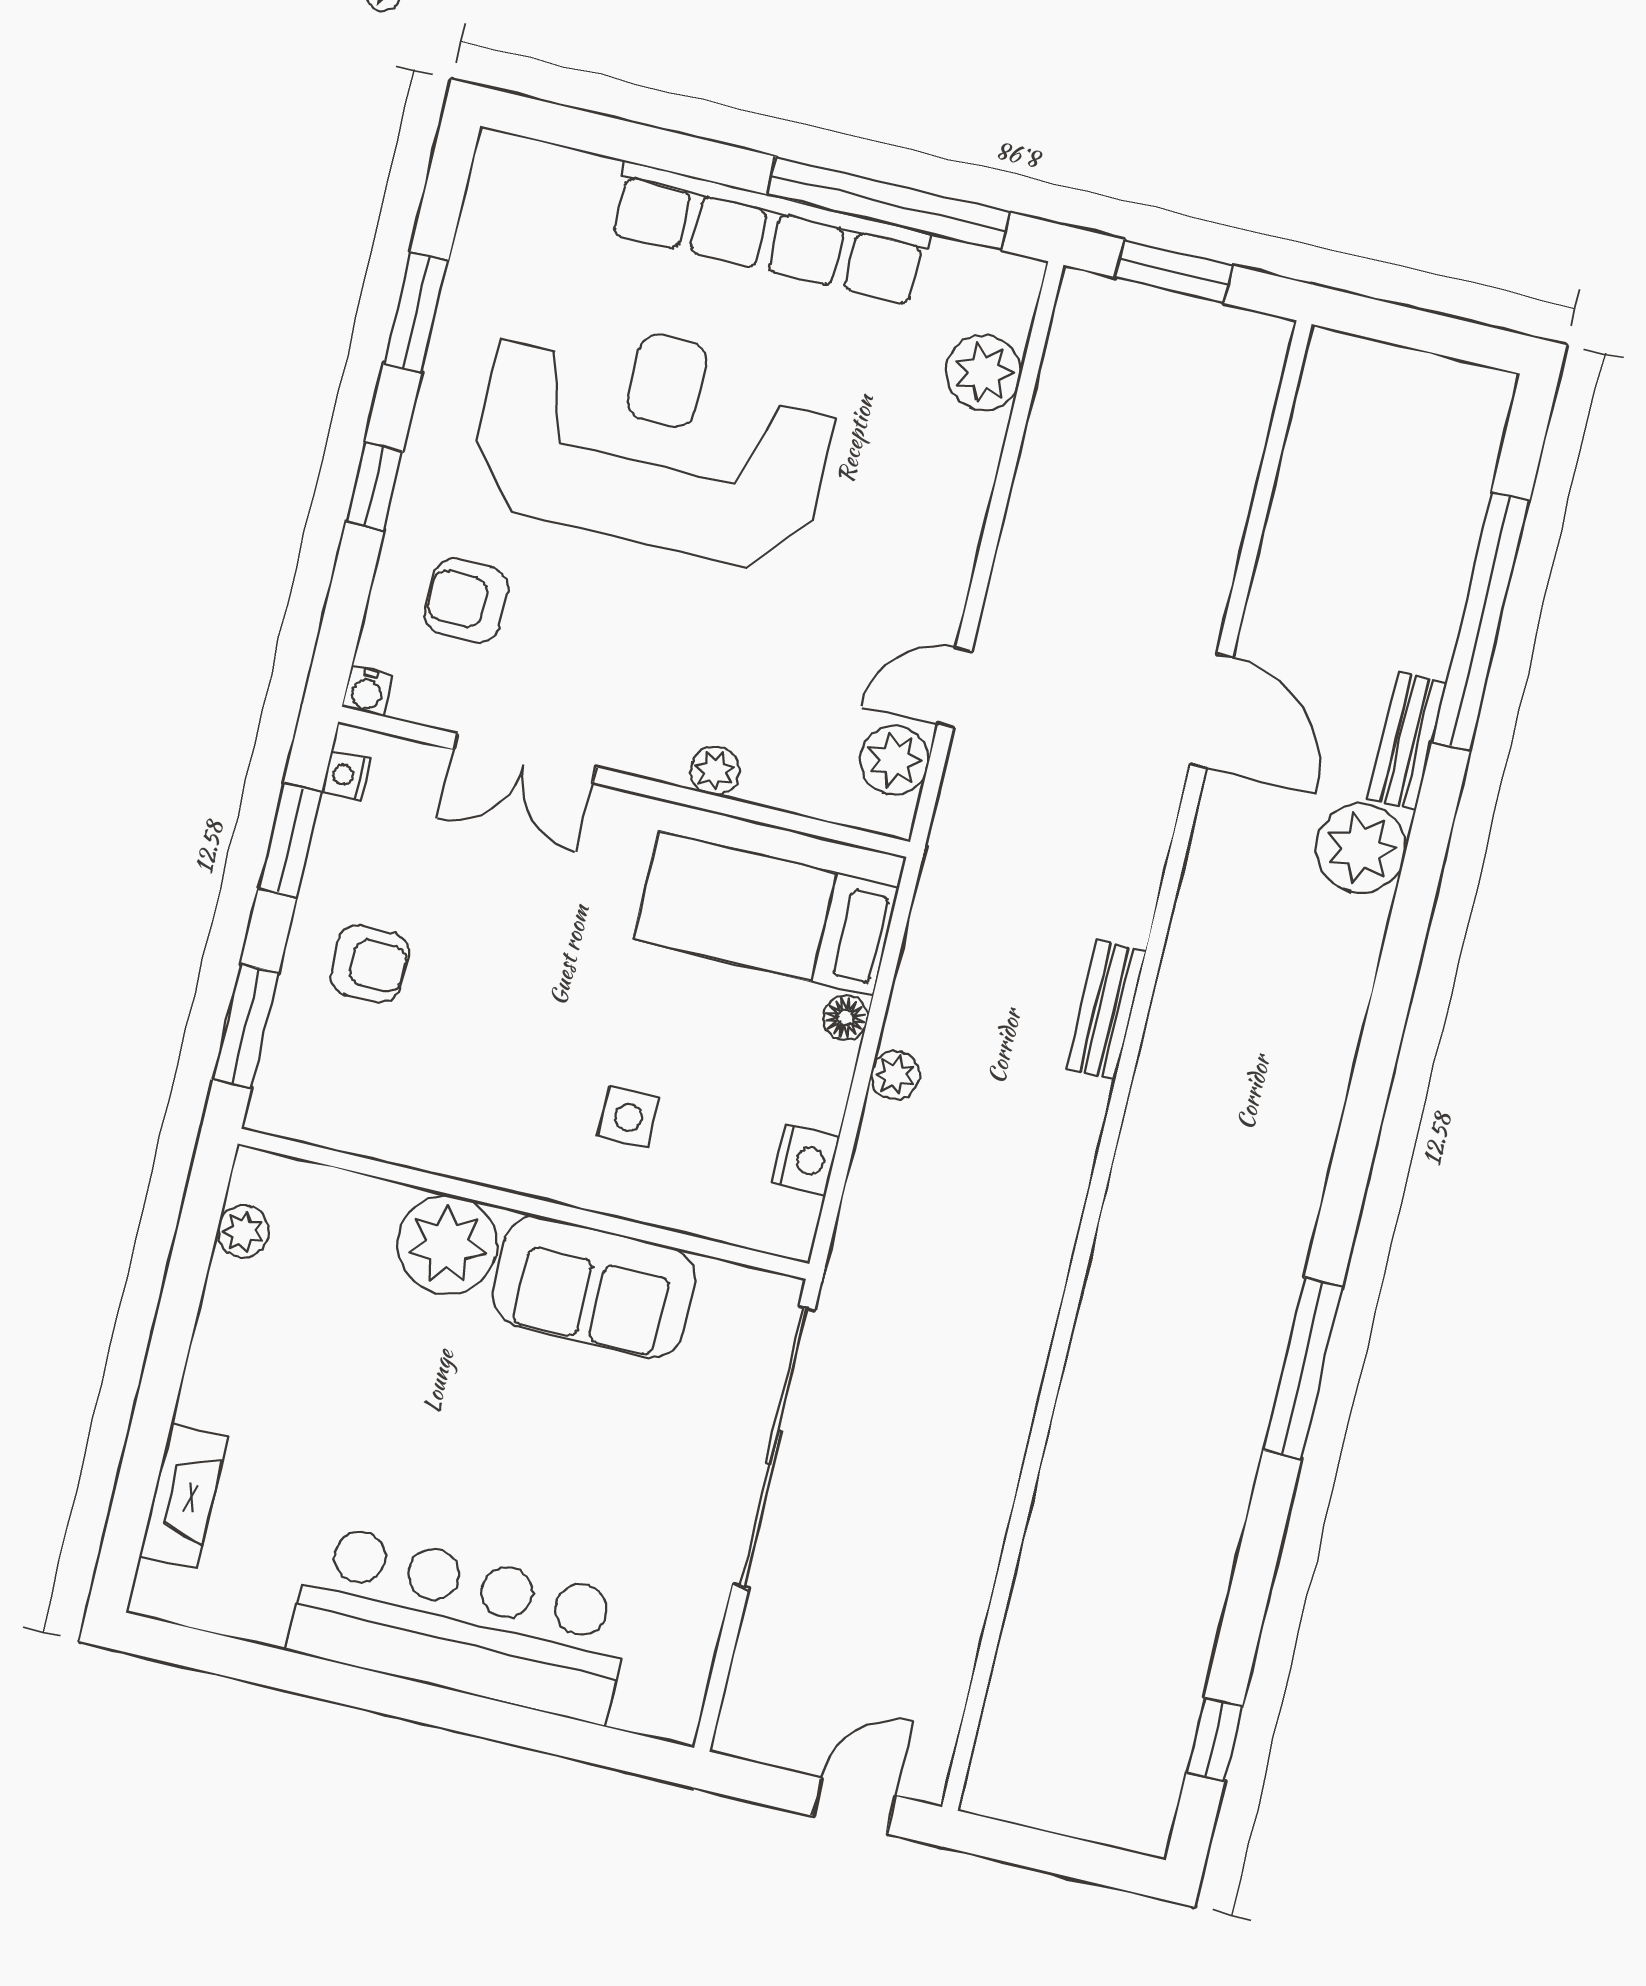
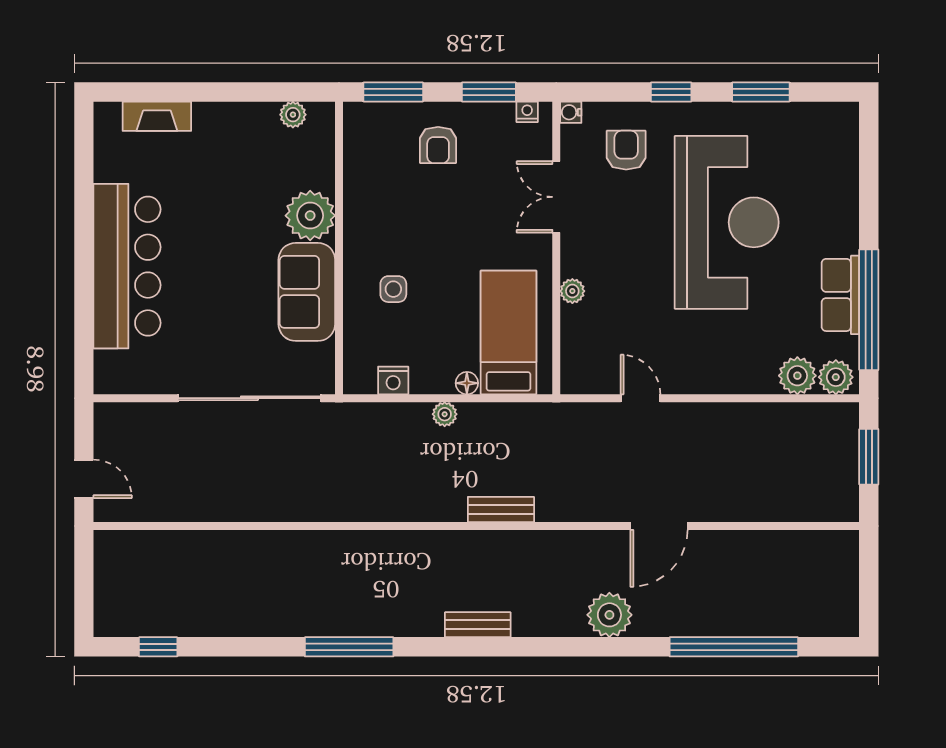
row of seats: (769, 233) -> (840, 295), width x0.50
bench: (1407, 741) -> (478, 625), moved
plant: (894, 760) -> (836, 377), moved

